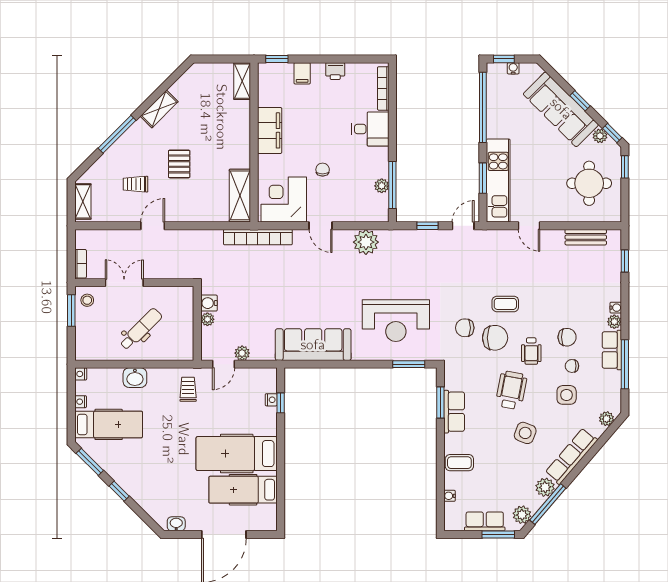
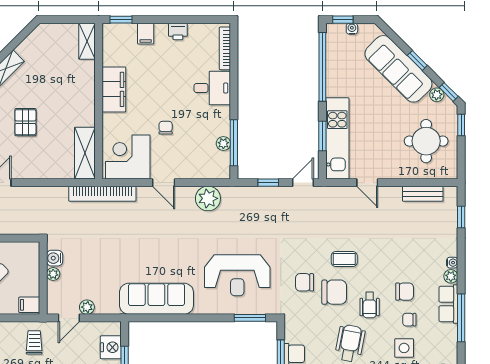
filing cabinet: (183, 351) -> (29, 305), added
nightstand: (271, 400) -> (111, 347), width x1.89, depth x1.79

